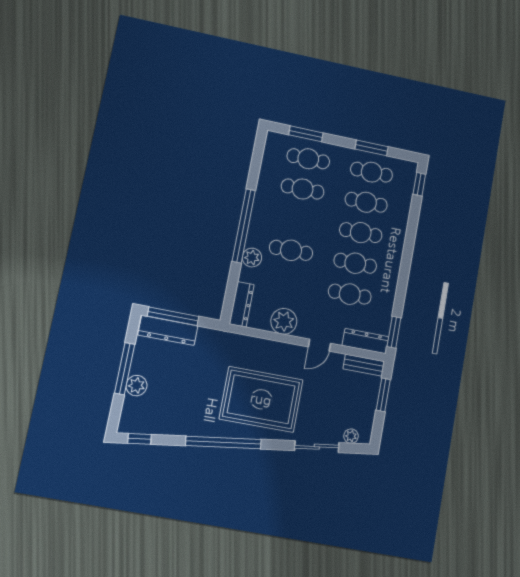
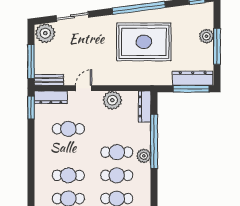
window: (244, 226) -> (154, 141), moved
plant: (252, 258) -> (144, 156), moved
cafe table: (355, 263) -> (117, 175), moved
window: (383, 395) -> (31, 61), width x1.44
rug: (261, 399) -> (144, 42), moved
plant: (351, 436) -> (45, 33), width x1.88, depth x1.88

